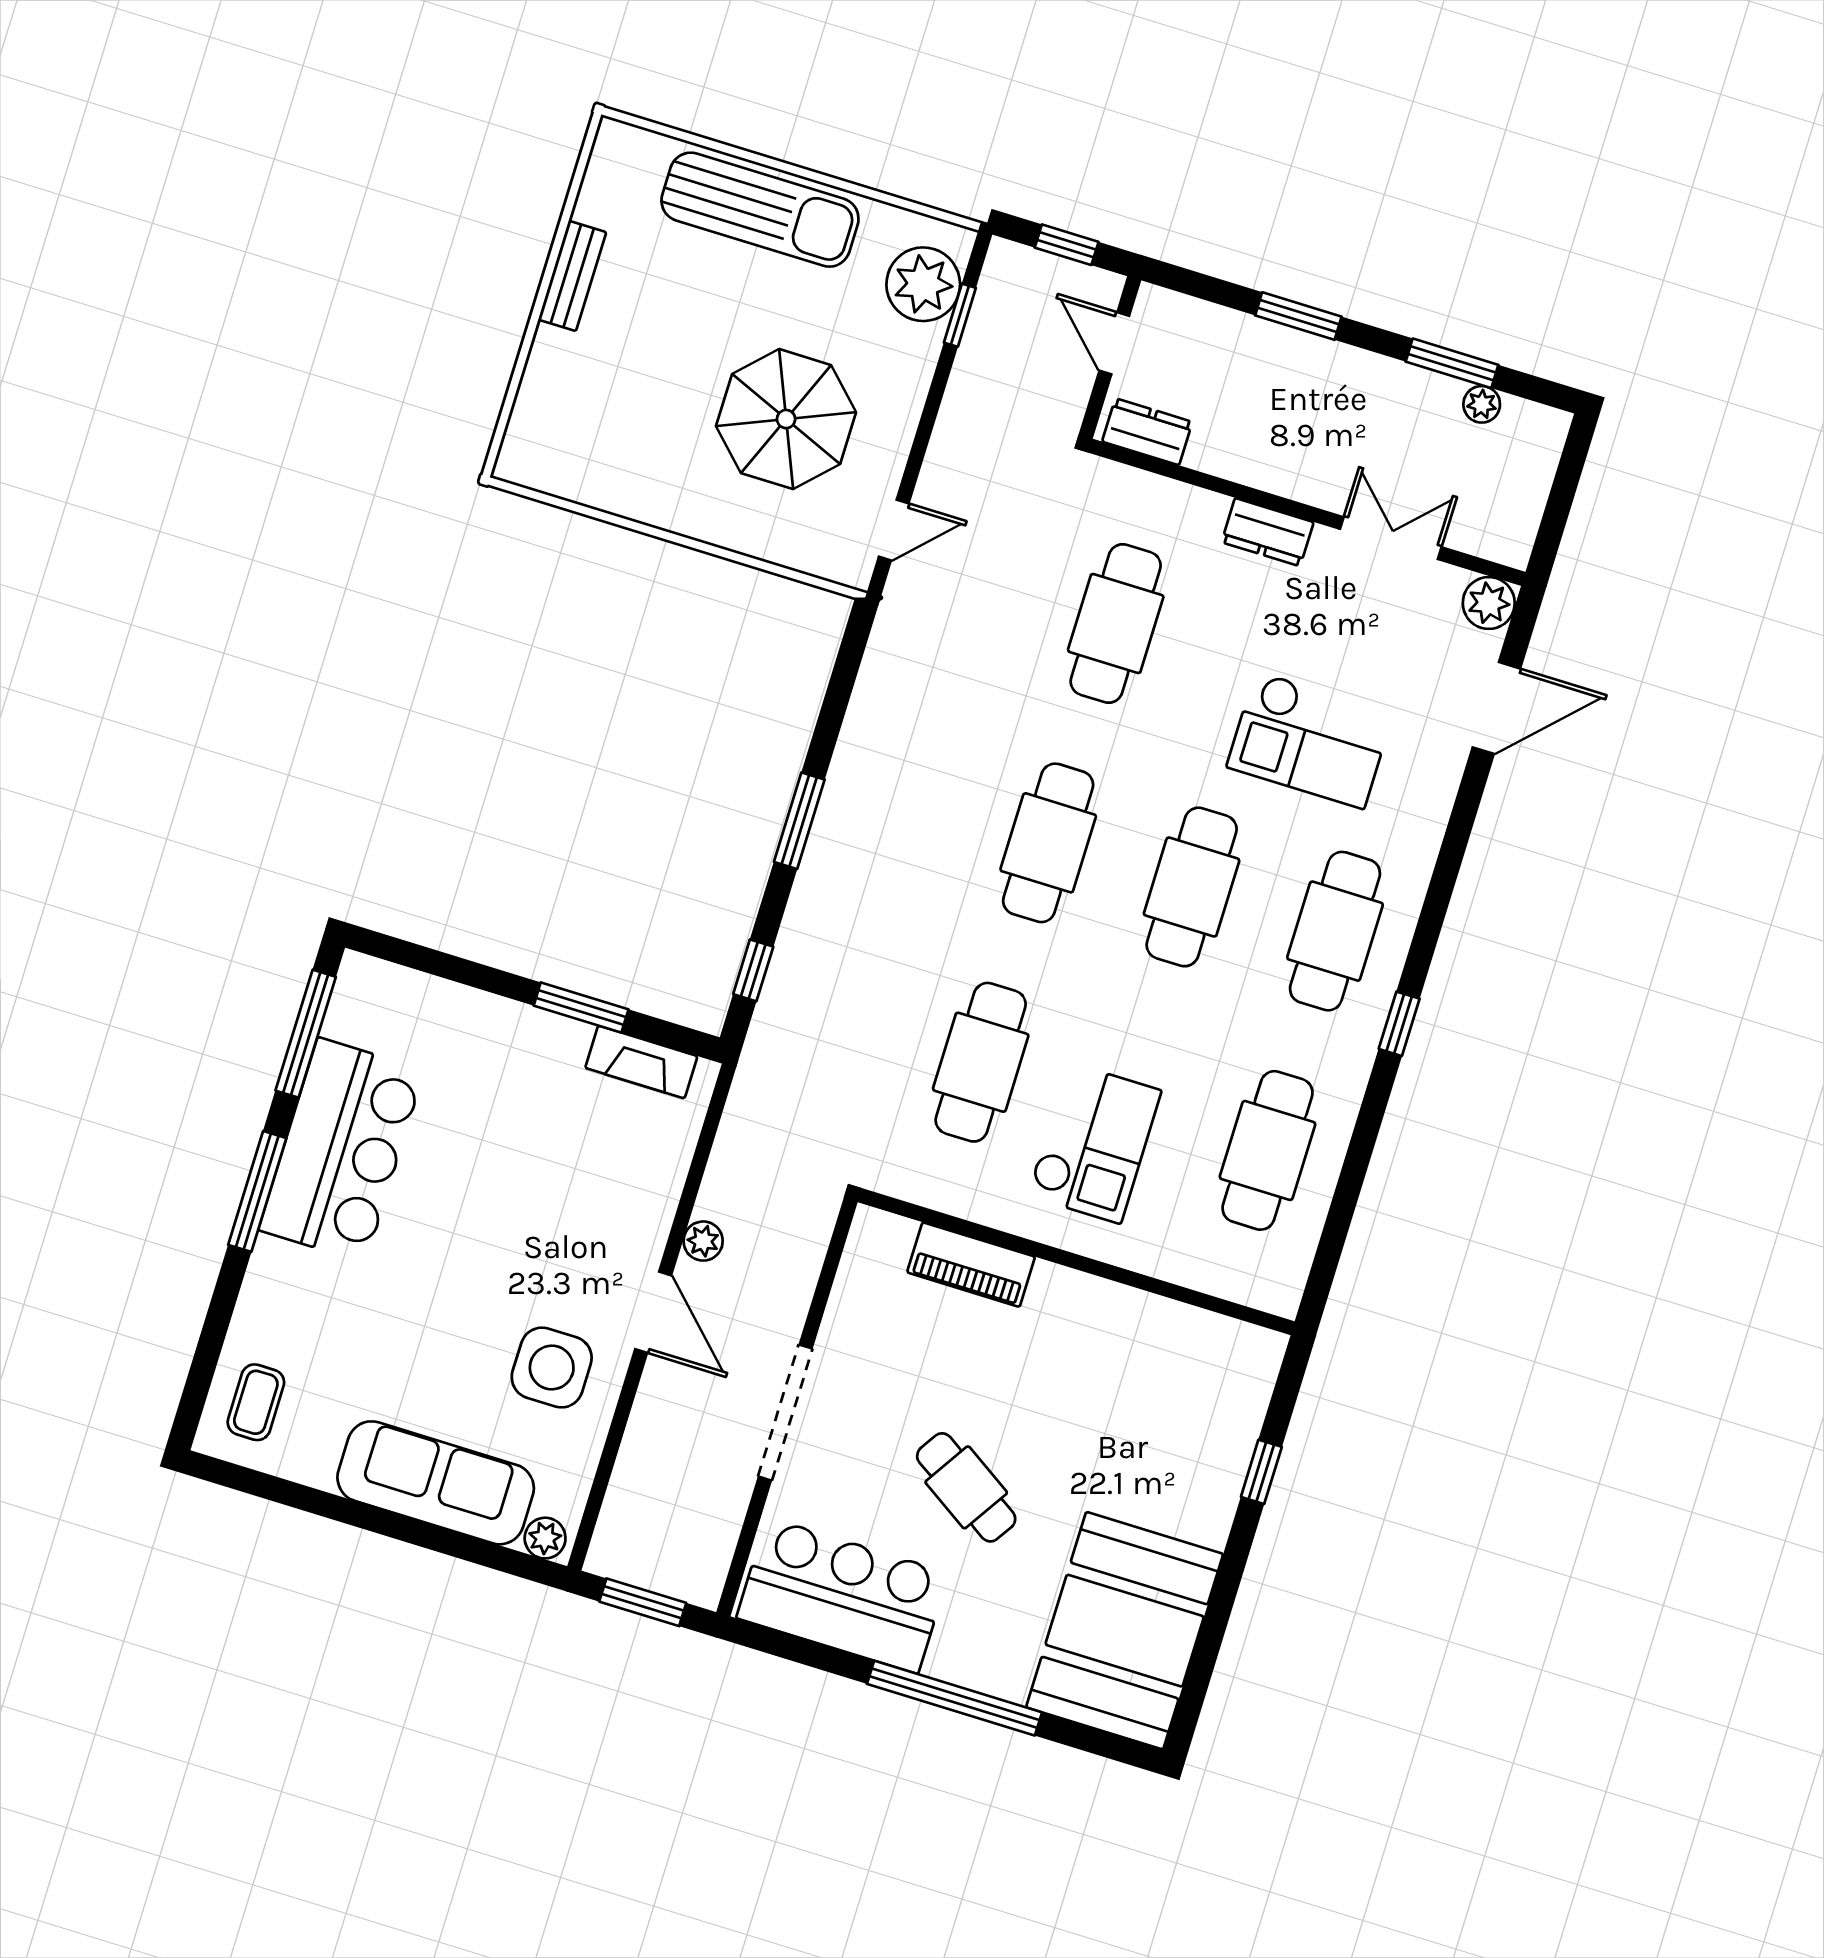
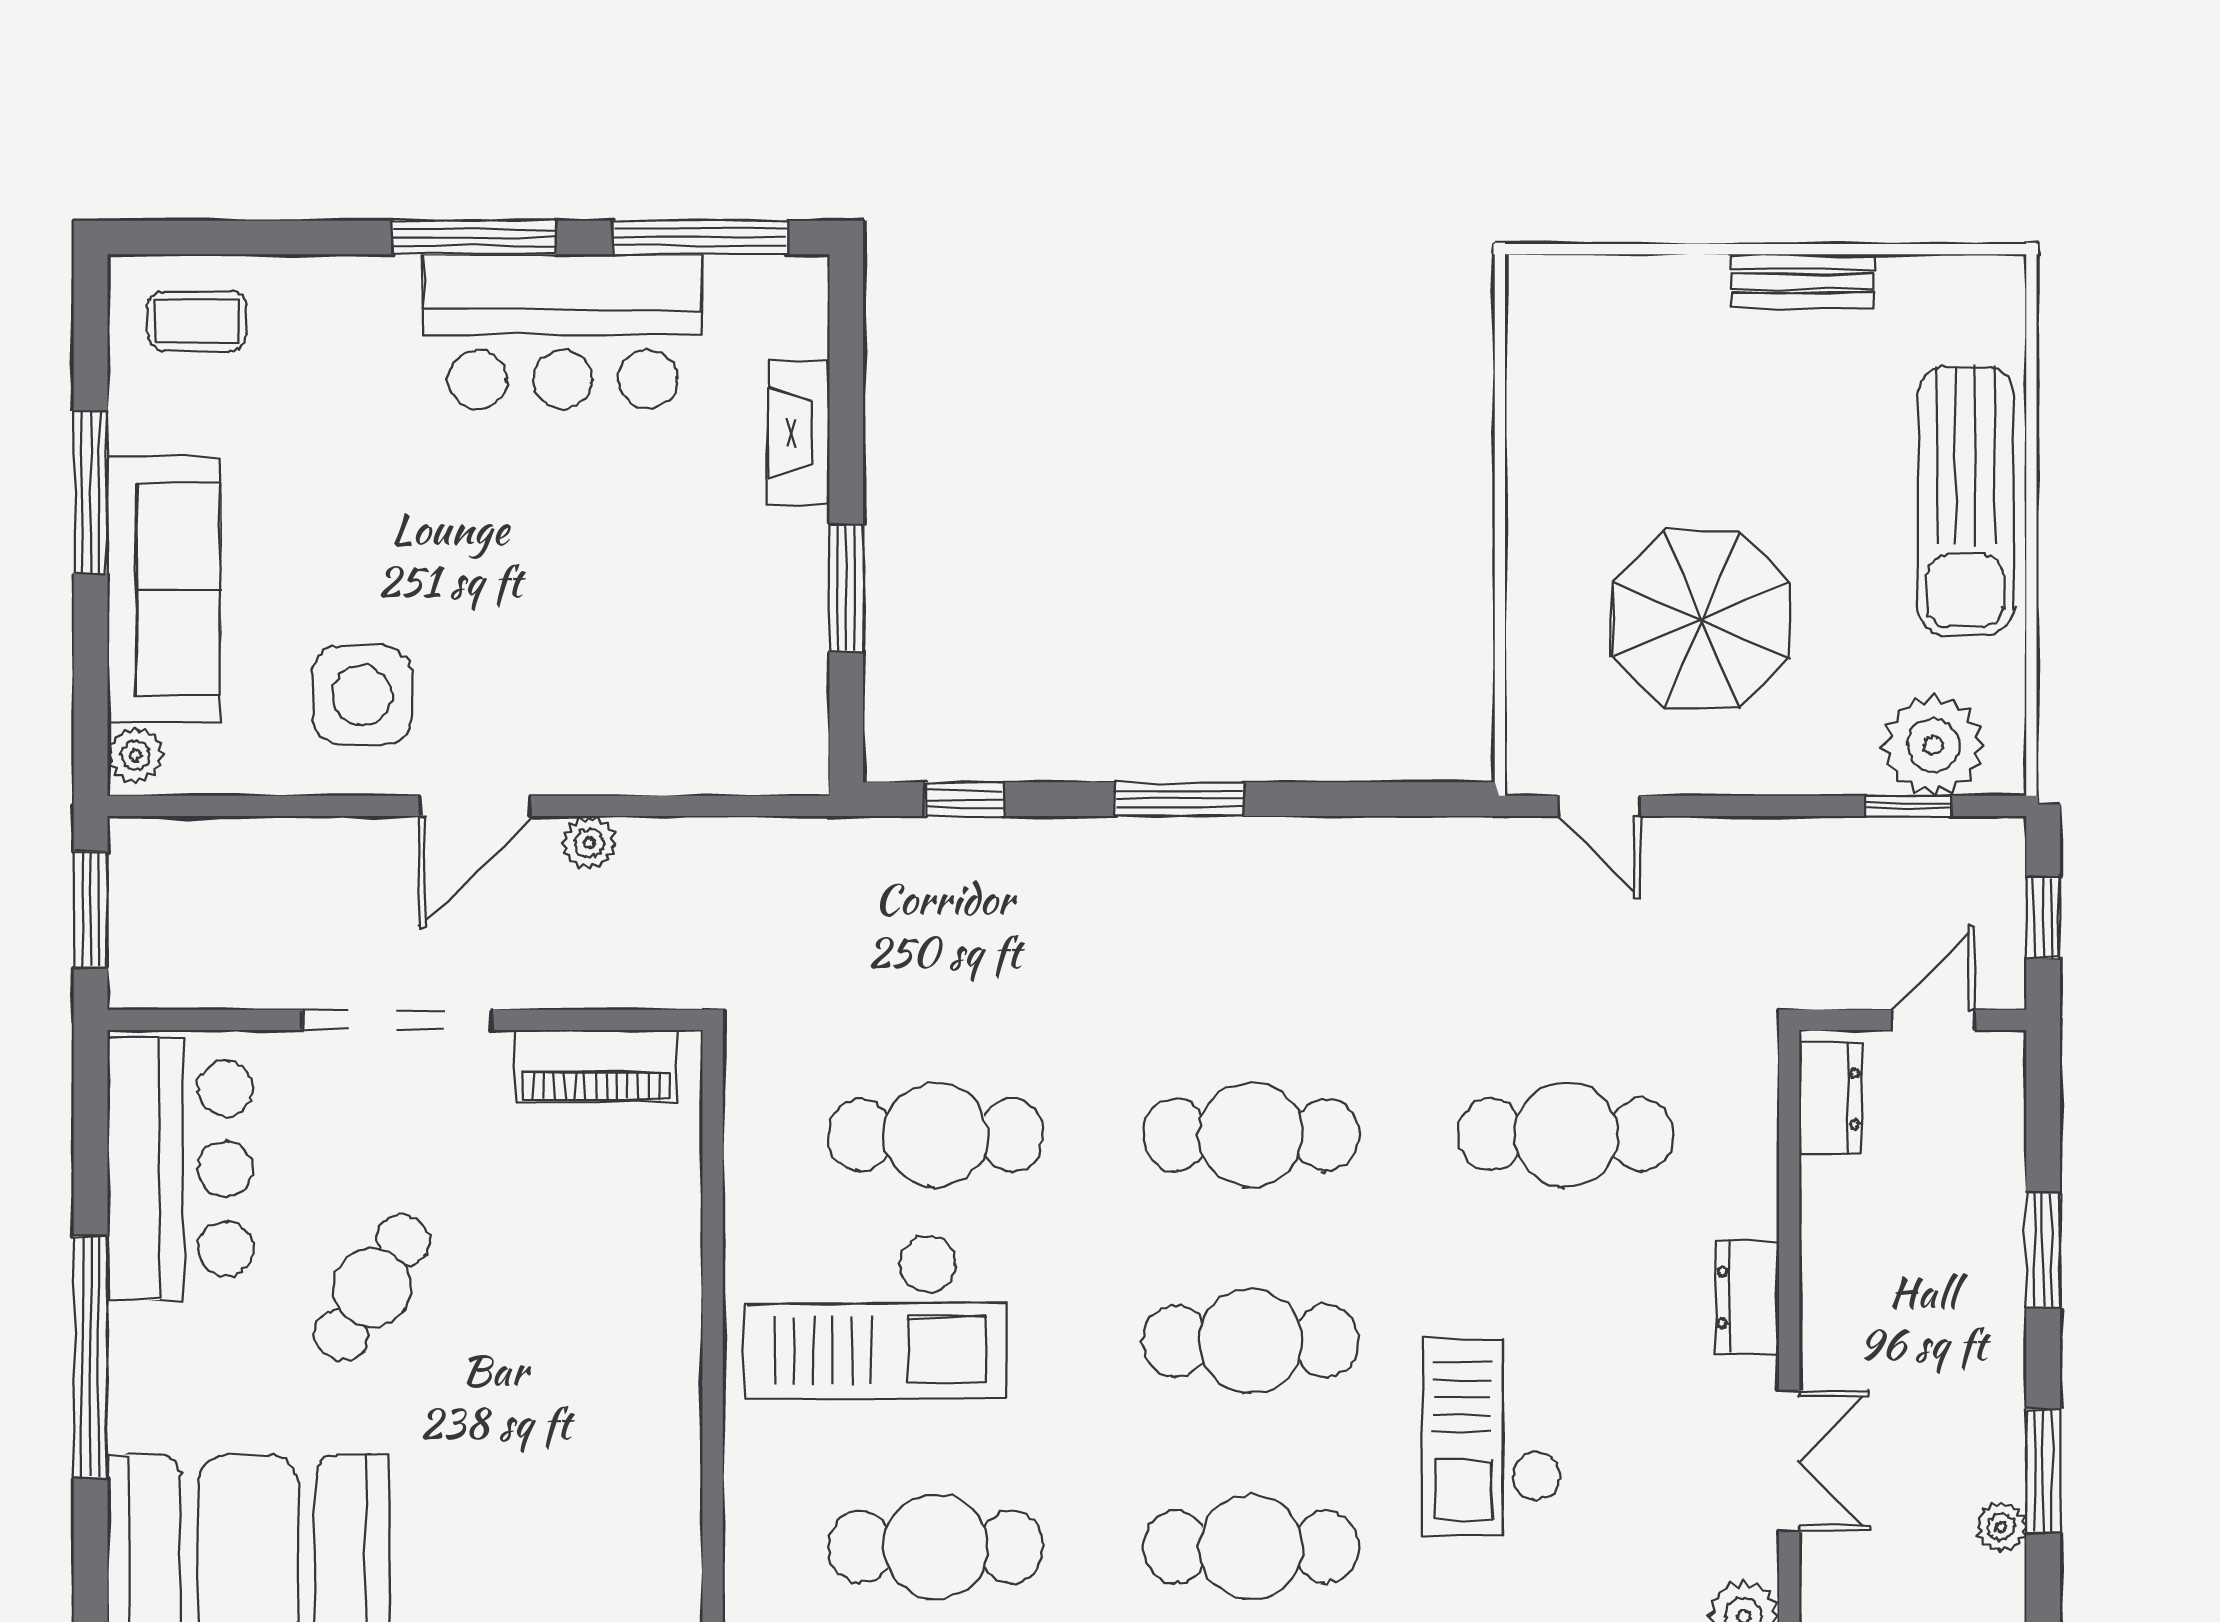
fireplace: (641, 1062) -> (799, 433), moved
checkout: (1094, 1143) -> (876, 1316), width x1.36, depth x1.21
piano: (971, 1265) -> (596, 1066), moved, turned -90
window: (353, 1513) -> (91, 493), added

